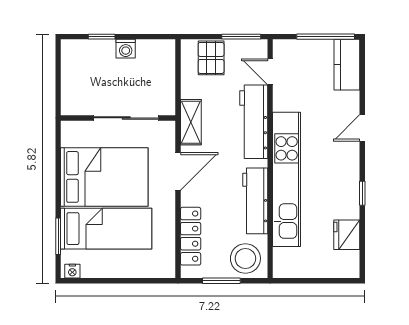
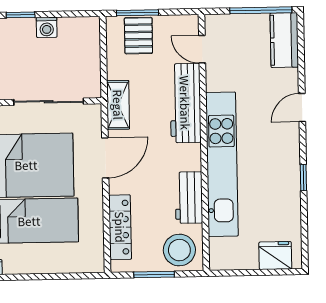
window: (241, 37) -> (137, 13), moved
workbench: (255, 201) -> (189, 198), width x0.73
fridge: (347, 235) -> (275, 255), moved, turned 90

